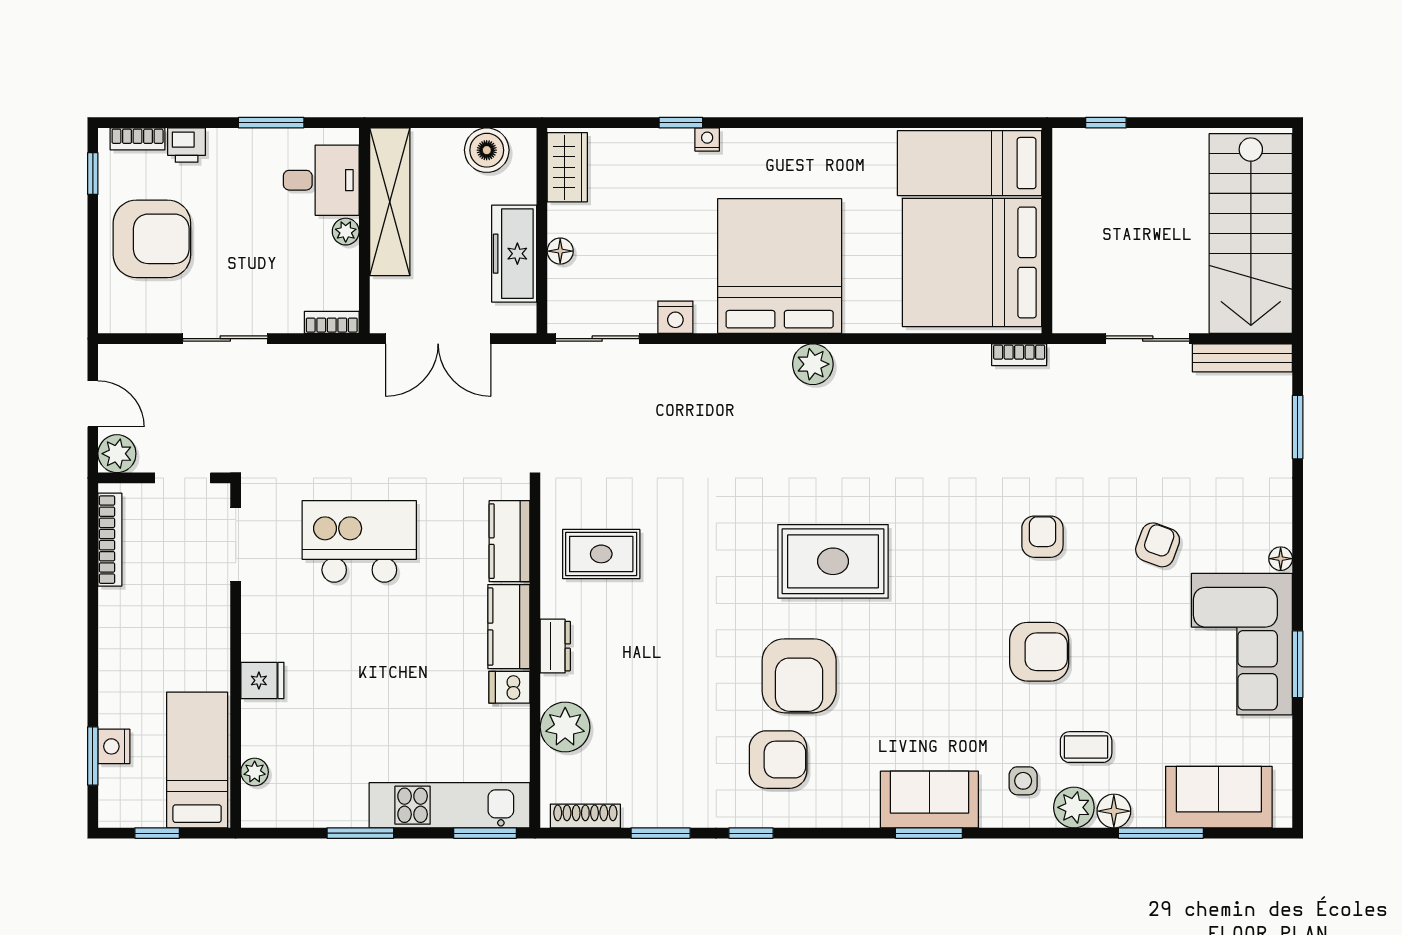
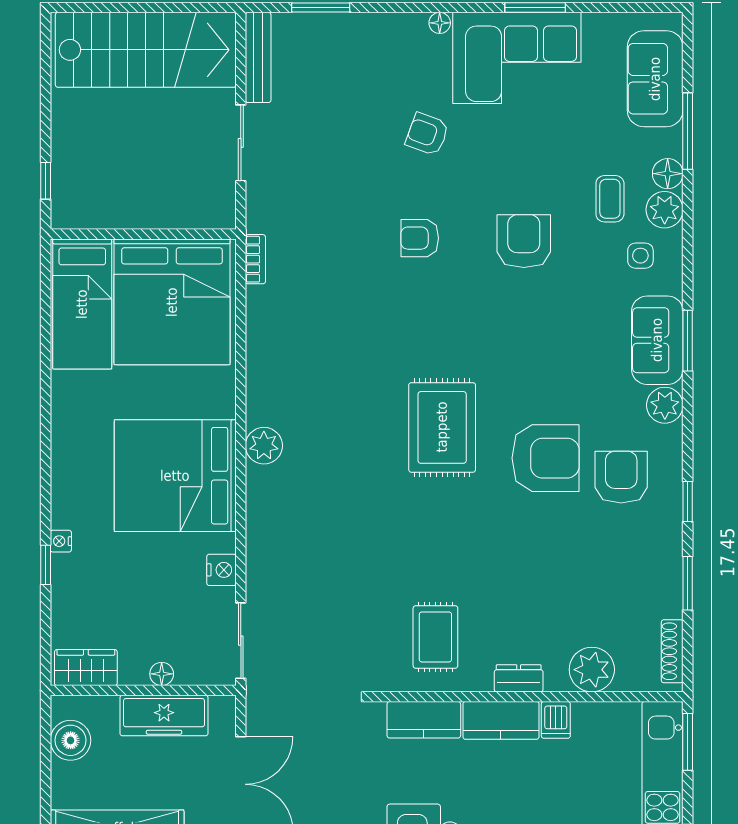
plant: (858, 808) -> (665, 405), added

